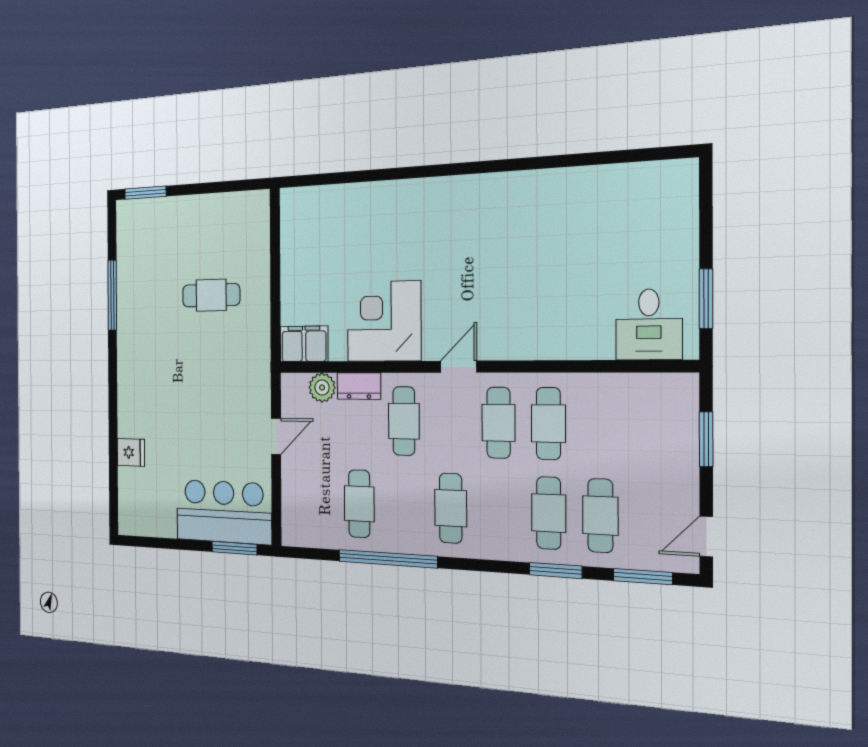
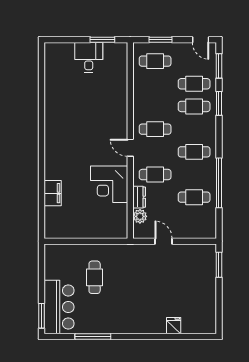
desk: (649, 324) -> (89, 57), moved, turned -90
filing cabinet: (304, 344) -> (53, 193), moved, turned 180
cafe table: (548, 424) -> (155, 61), moved
bar counter: (224, 512) -> (59, 307), moved, turned 180

